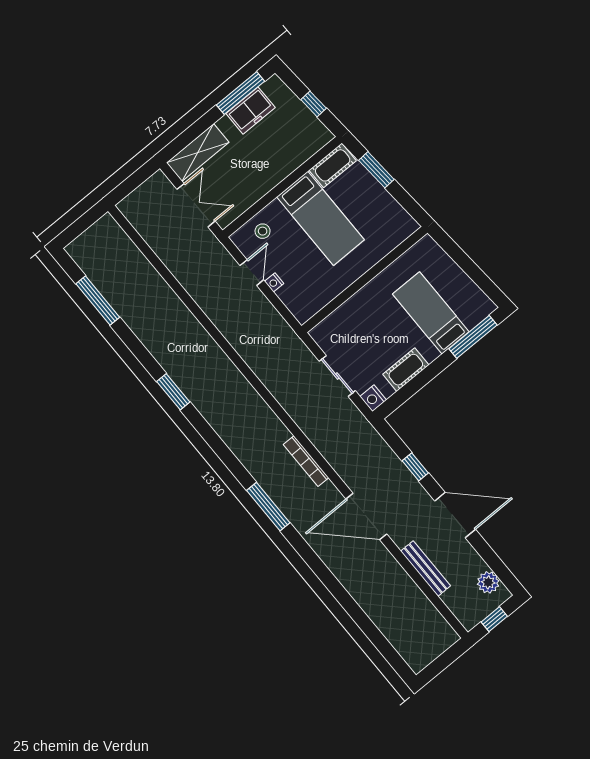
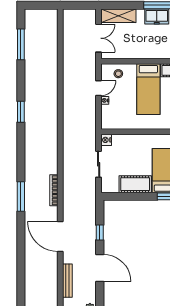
cot: (406, 370) -> (135, 184), width x1.37, depth x1.34
nightstand: (373, 398) -> (106, 140), moved

